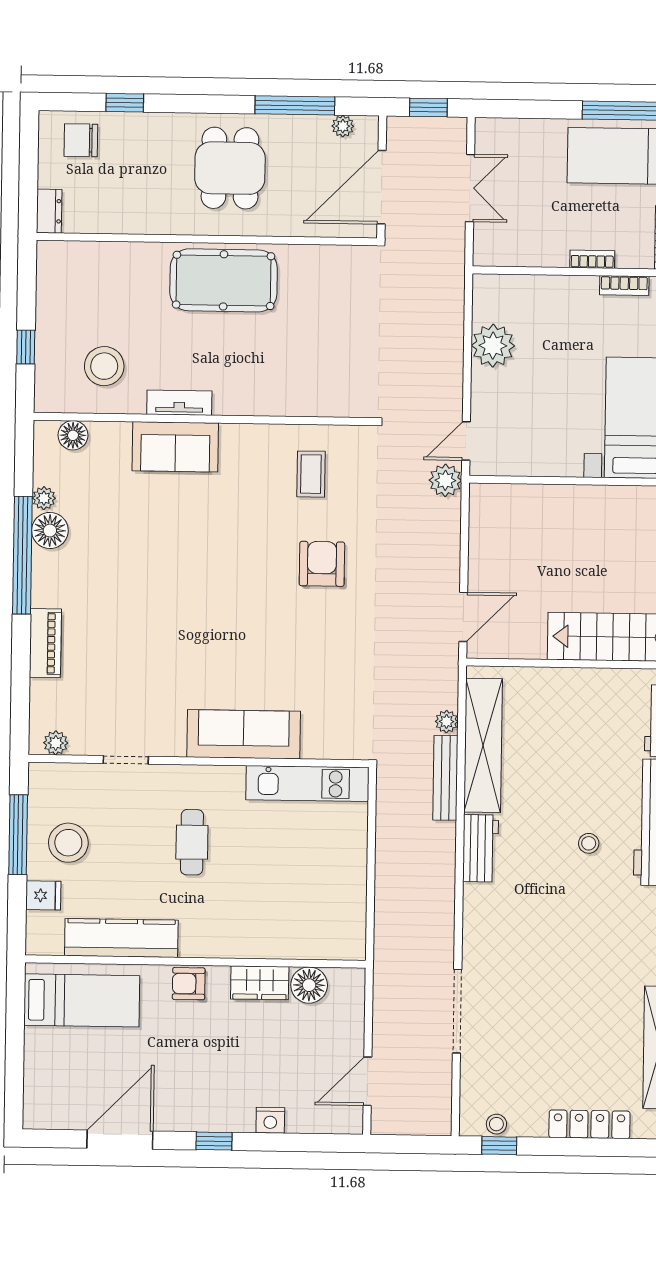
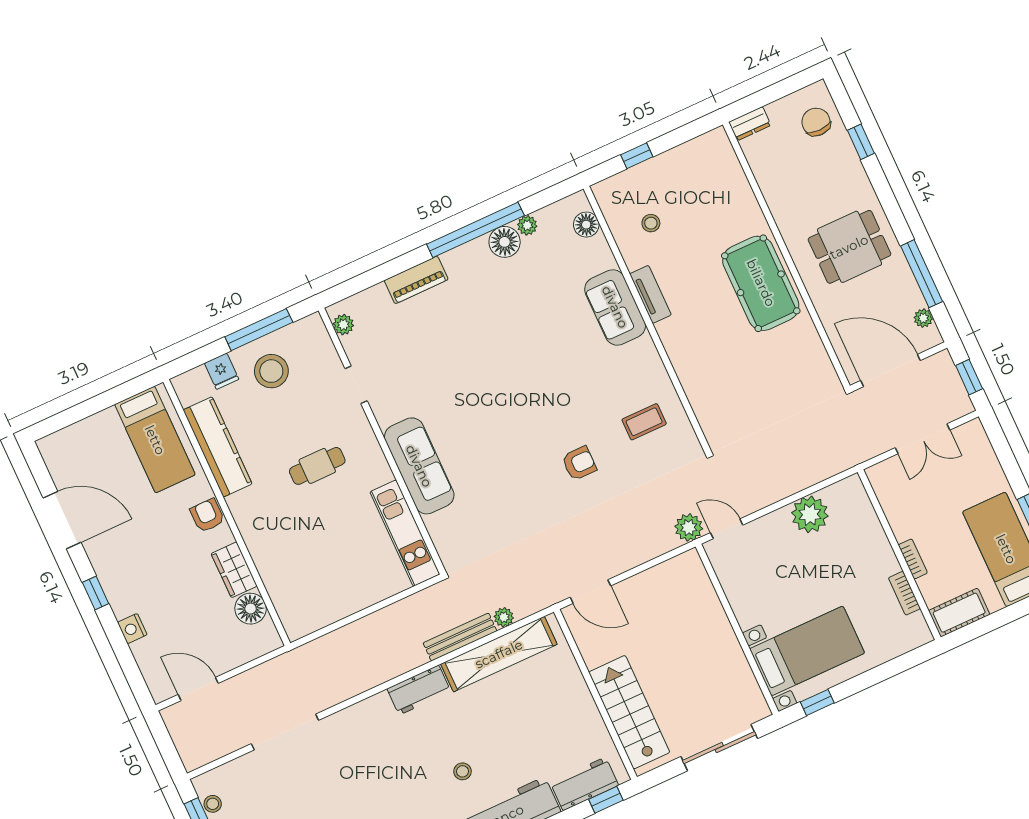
stool: (104, 366) -> (651, 223), width x0.53, depth x0.53
armchair: (322, 564) -> (579, 463), width x0.72, depth x0.72

